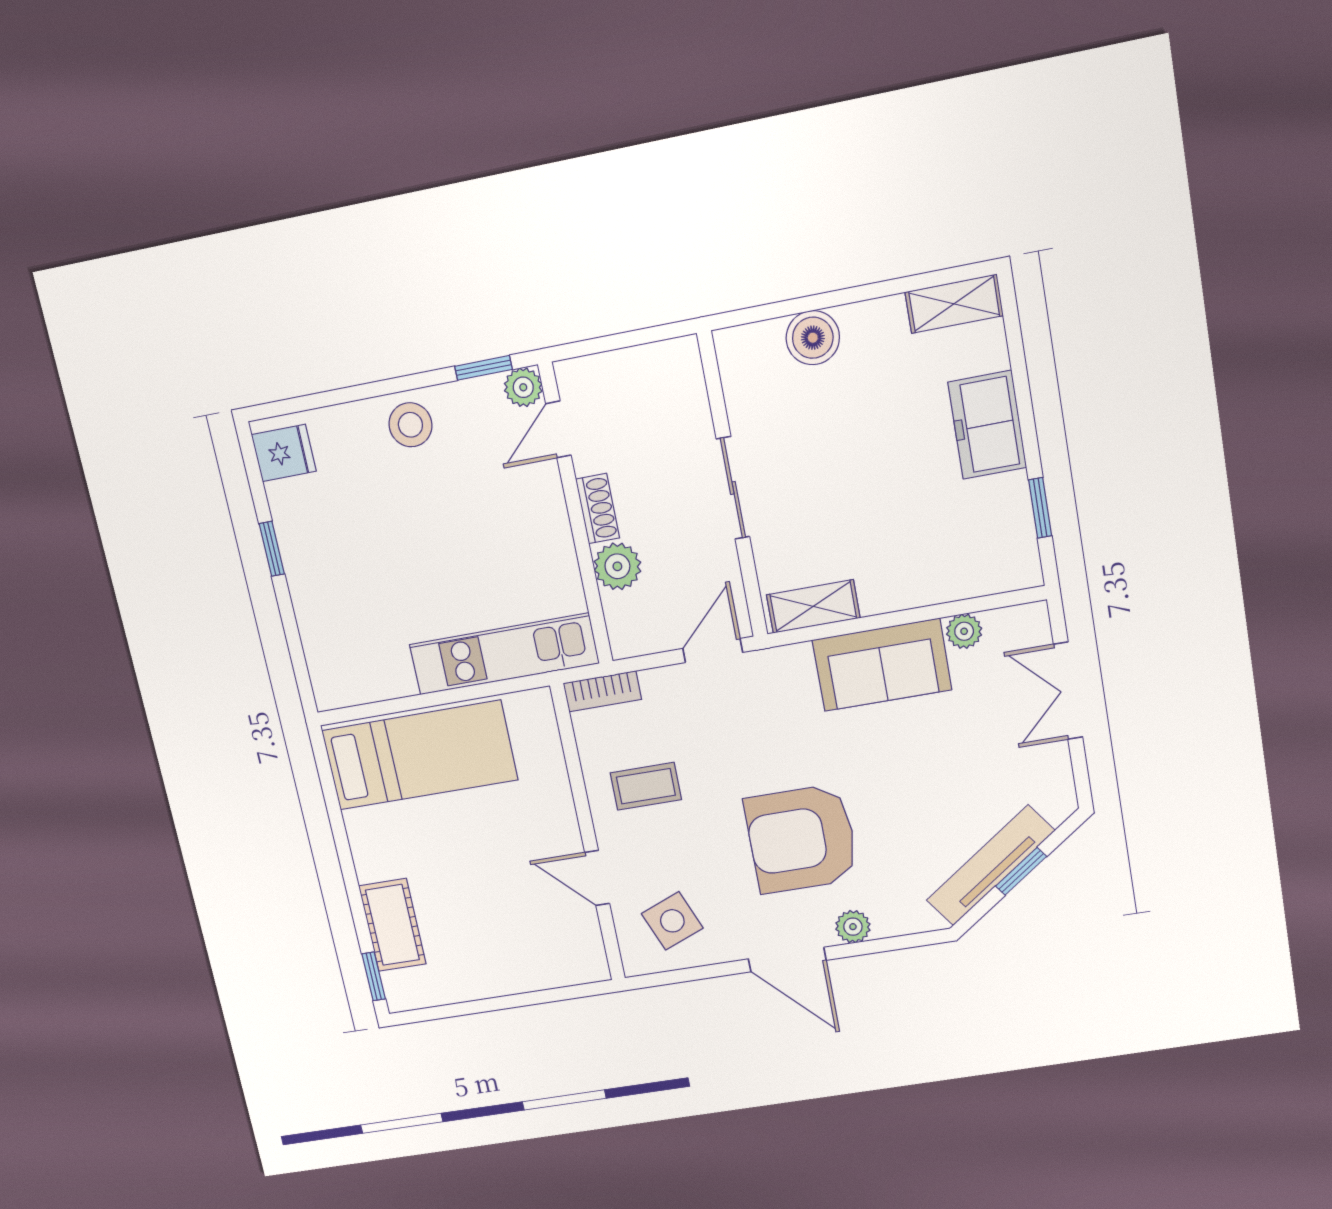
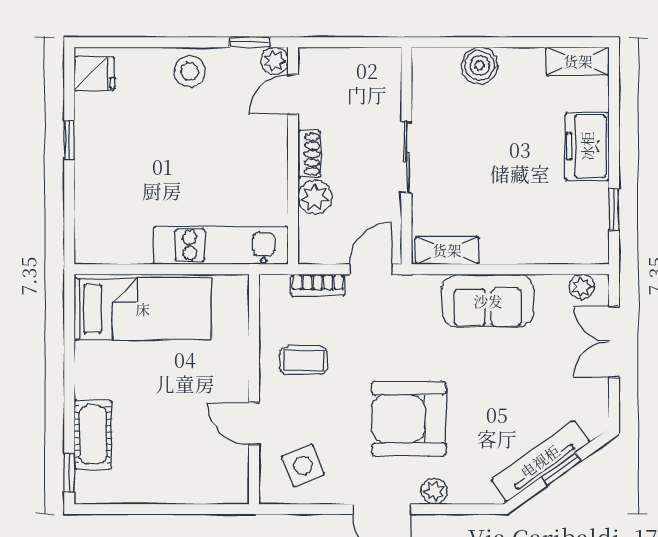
plant: (964, 631) -> (582, 287), moved
bookcase: (602, 691) -> (318, 285), moved

